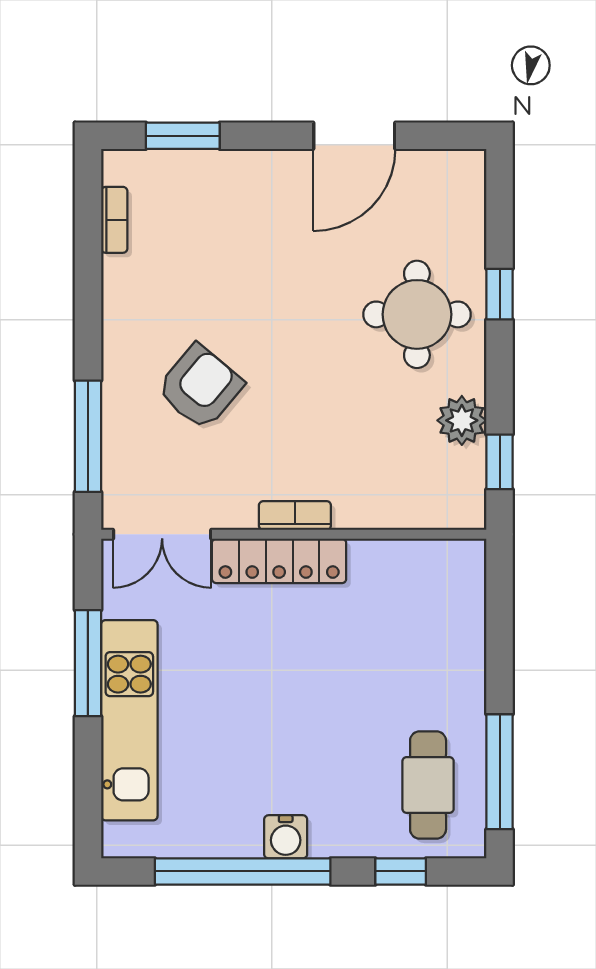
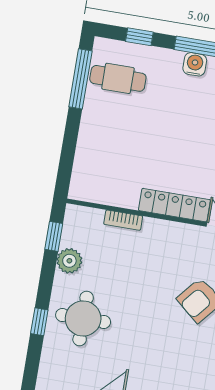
bookcase: (295, 516) -> (123, 220), moved
cafe table: (428, 785) -> (118, 78), turned 90

